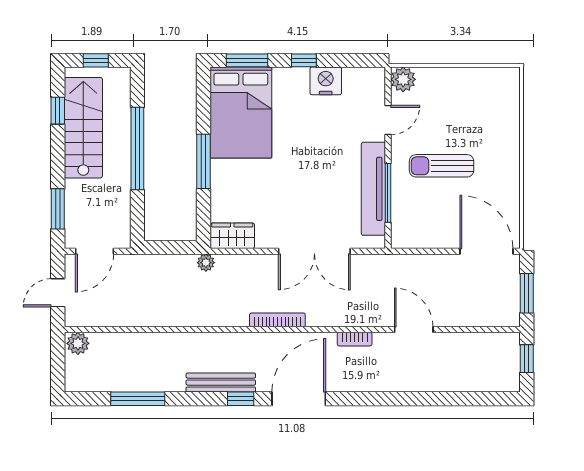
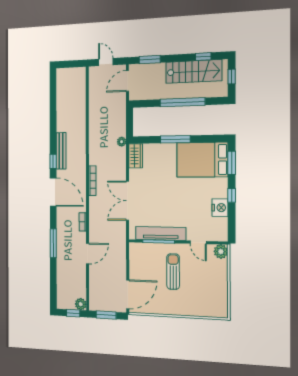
door: (95, 251) -> (127, 81), hinge flipped
plant: (78, 343) -> (81, 304), moved
window: (138, 399) -> (53, 243), moved

